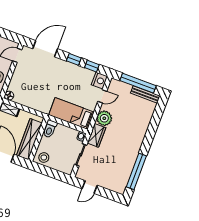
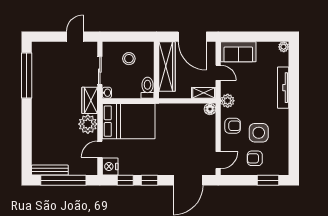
bed: (71, 114) -> (129, 121), width x1.50
stool: (44, 158) -> (129, 59), moved

